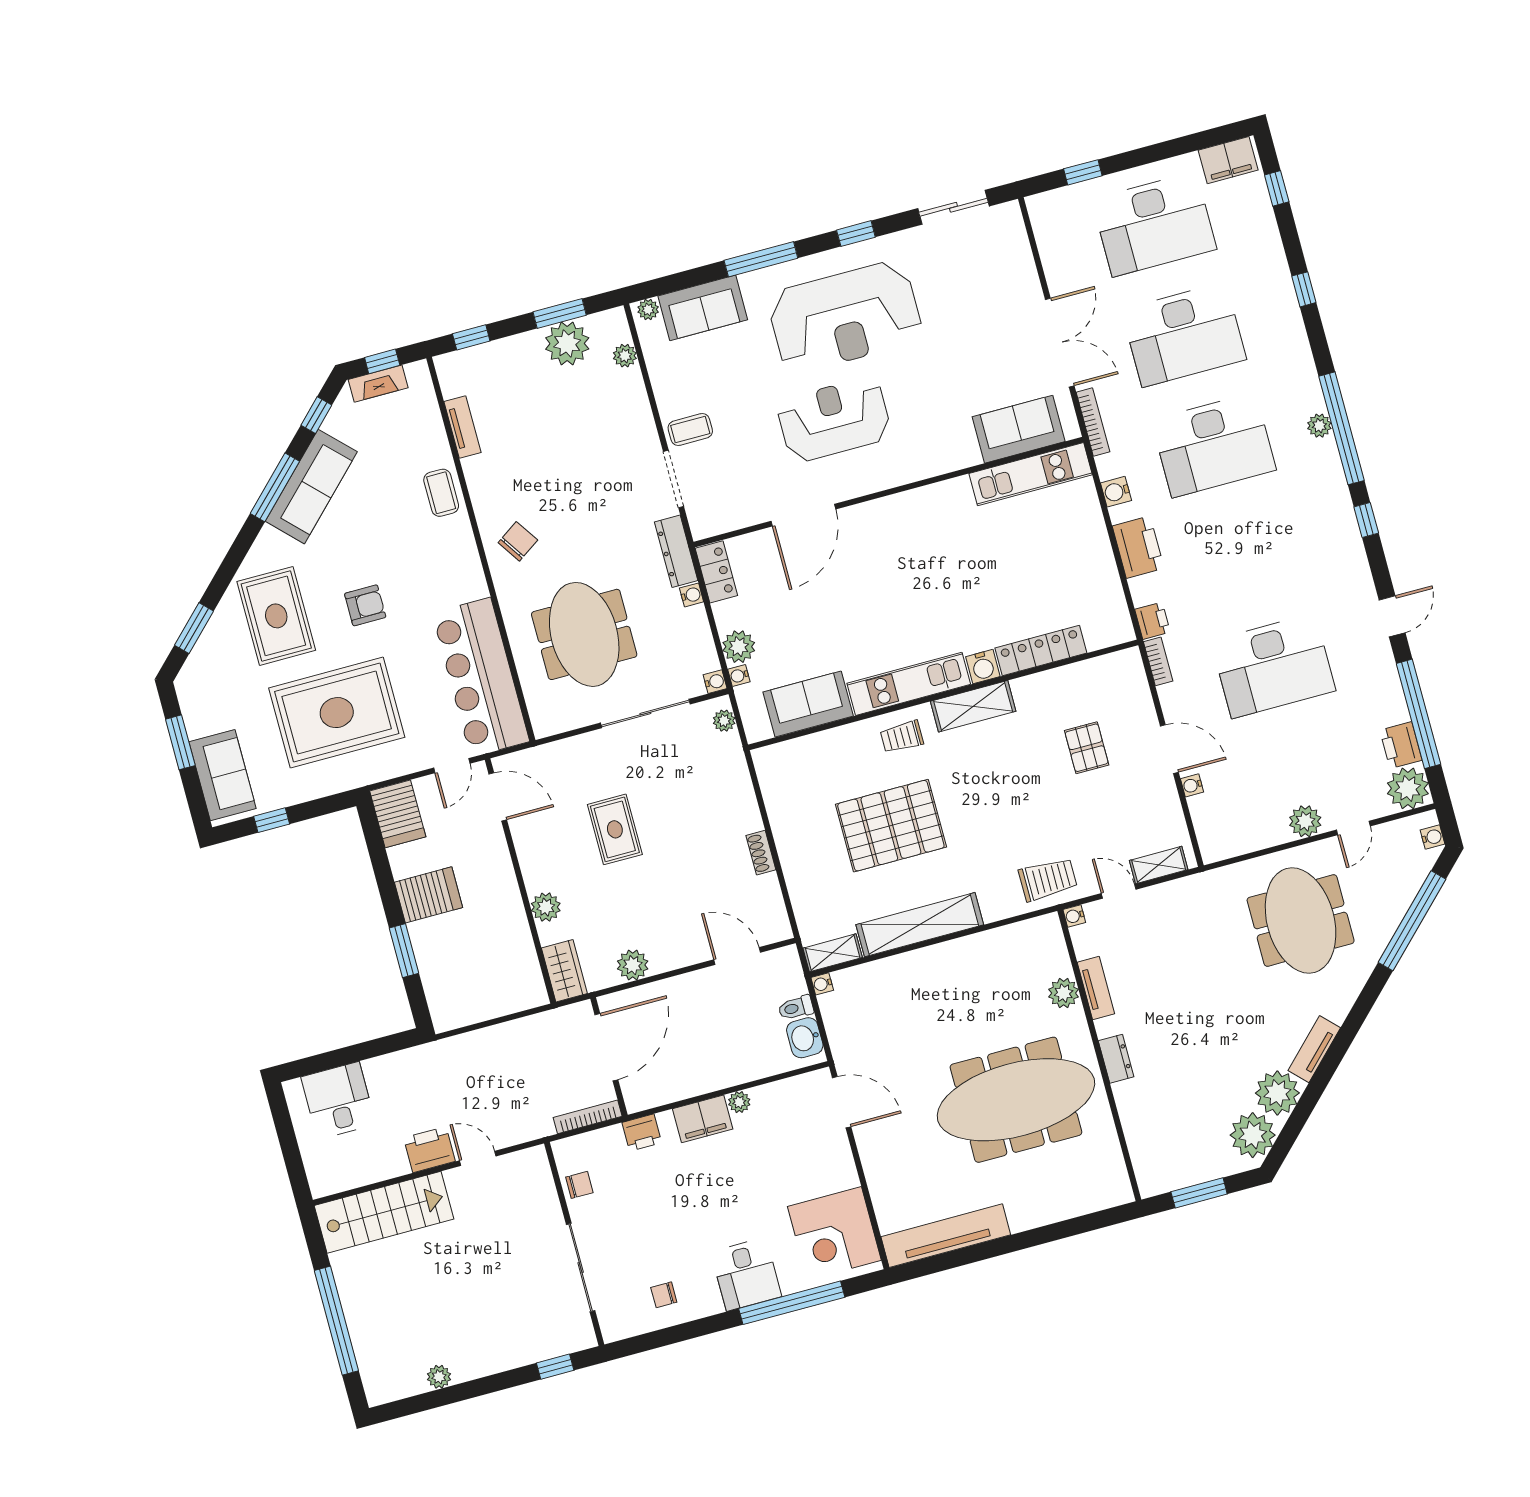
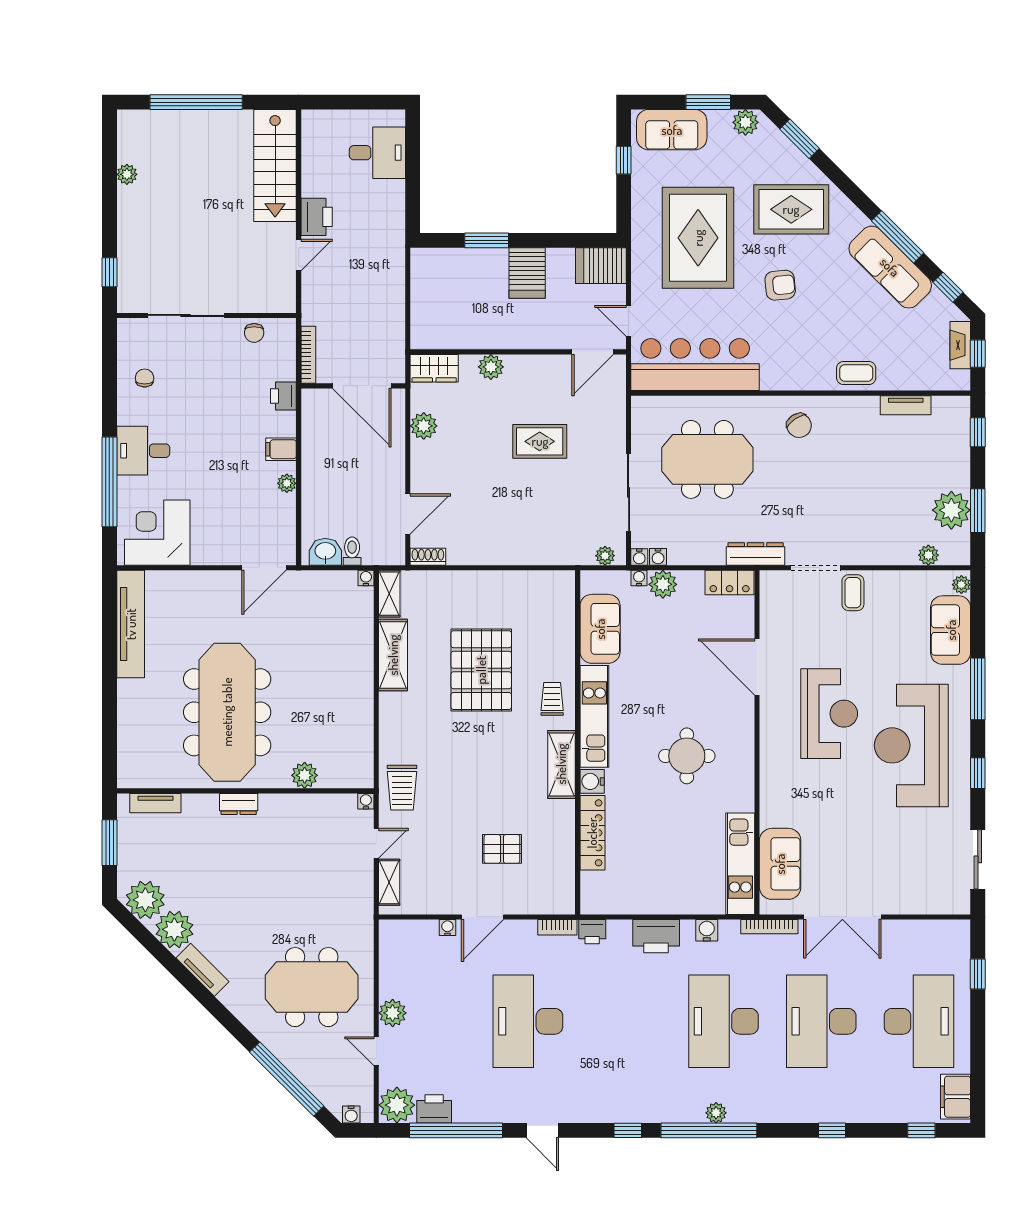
desk: (1154, 224) -> (919, 1021), turned 180
round table: (925, 567) -> (687, 756), added
water cooler: (692, 595) -> (658, 557), moved
armchair: (365, 605) -> (780, 285), turned -96
plant: (192, 694) -> (745, 122), added
shoe rack: (761, 853) -> (428, 557), moved
shelving: (920, 925) -> (393, 655), width x0.68
tv unit: (1096, 988) -> (155, 803), moved
filing cabinet: (703, 1119) -> (281, 449), width x0.50

